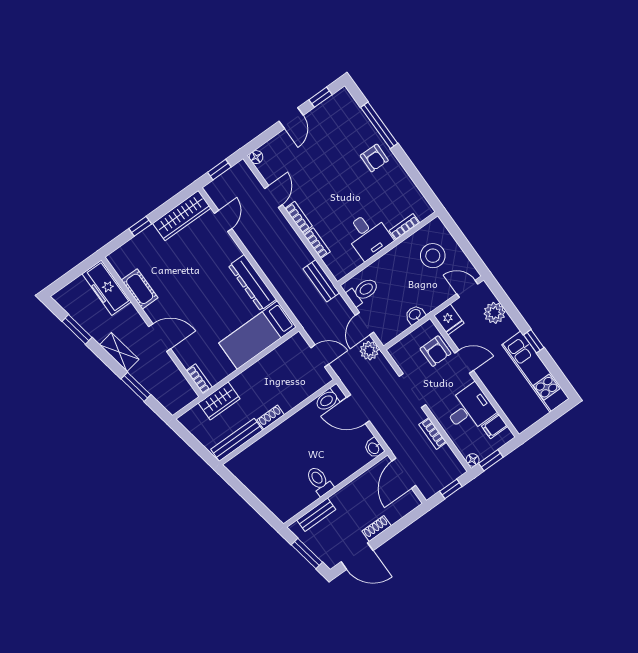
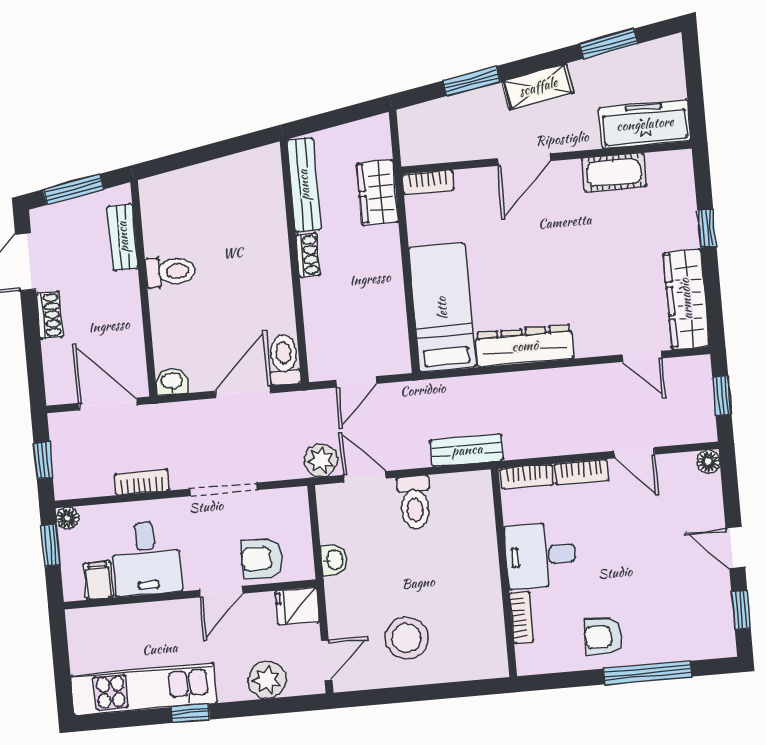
bookcase: (404, 227) -> (522, 617), moved
desk: (368, 235) -> (541, 555), moved
wall: (388, 249) -> (504, 573), moved

